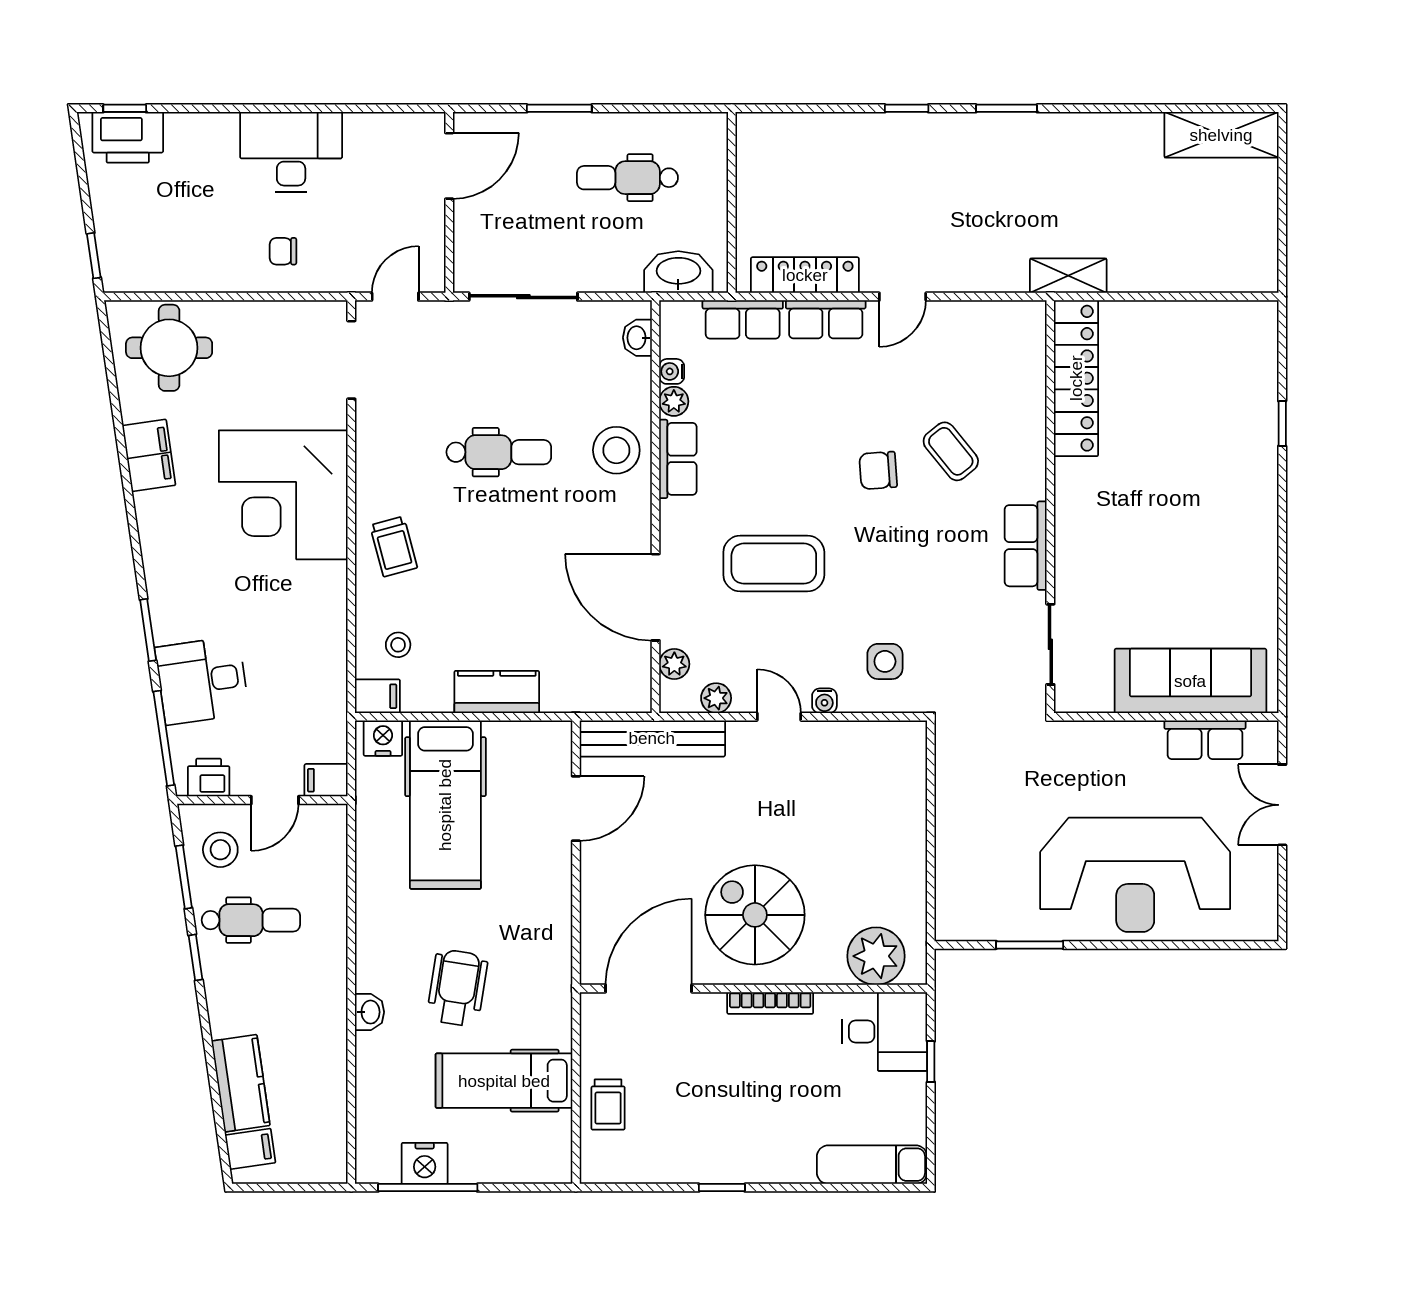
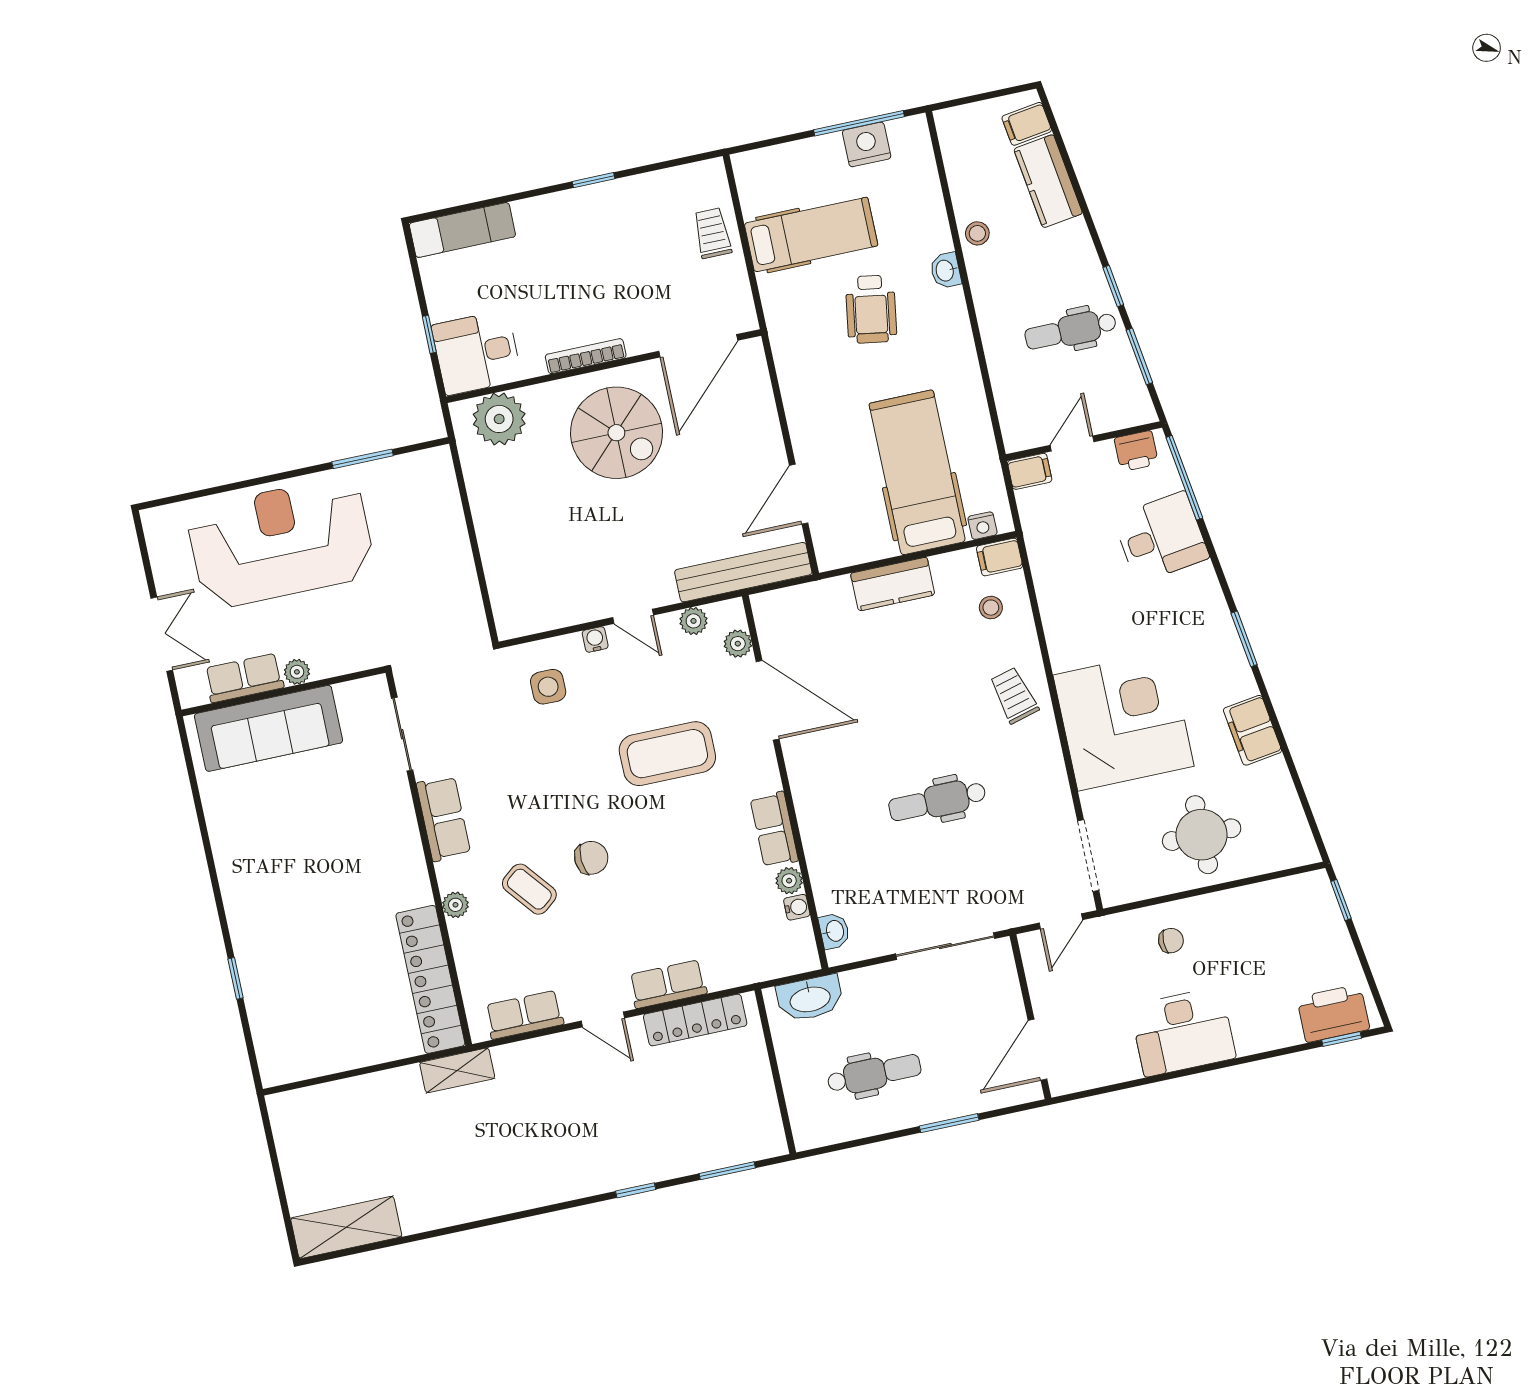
window: (1007, 108) -> (727, 1171), moved
door: (903, 297) -> (603, 1019), swing flipped
row of seats: (743, 319) -> (524, 1015), moved
round table: (169, 348) -> (1202, 835), moved
stool: (616, 450) -> (831, 825), removed
plant: (1033, 452) -> (455, 905), added
window: (148, 630) -> (1244, 639), moved
plant: (1148, 734) -> (297, 672), added
nightstand: (383, 738) -> (983, 526), width x0.72, depth x0.74
stool: (220, 850) -> (977, 233), moved, width x0.73, depth x0.73

